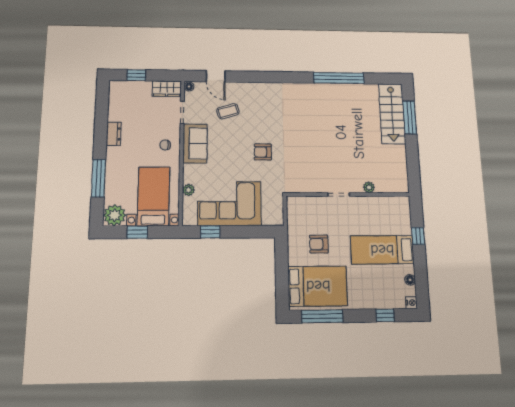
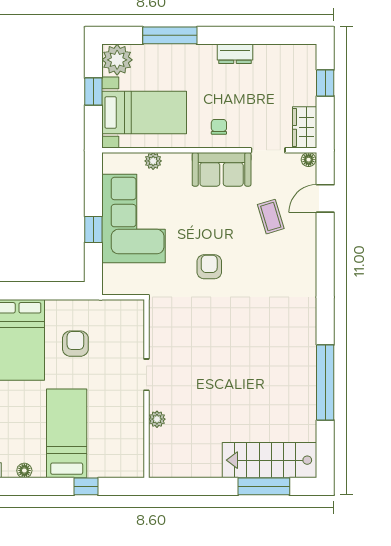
window: (210, 232) -> (93, 229), moved

